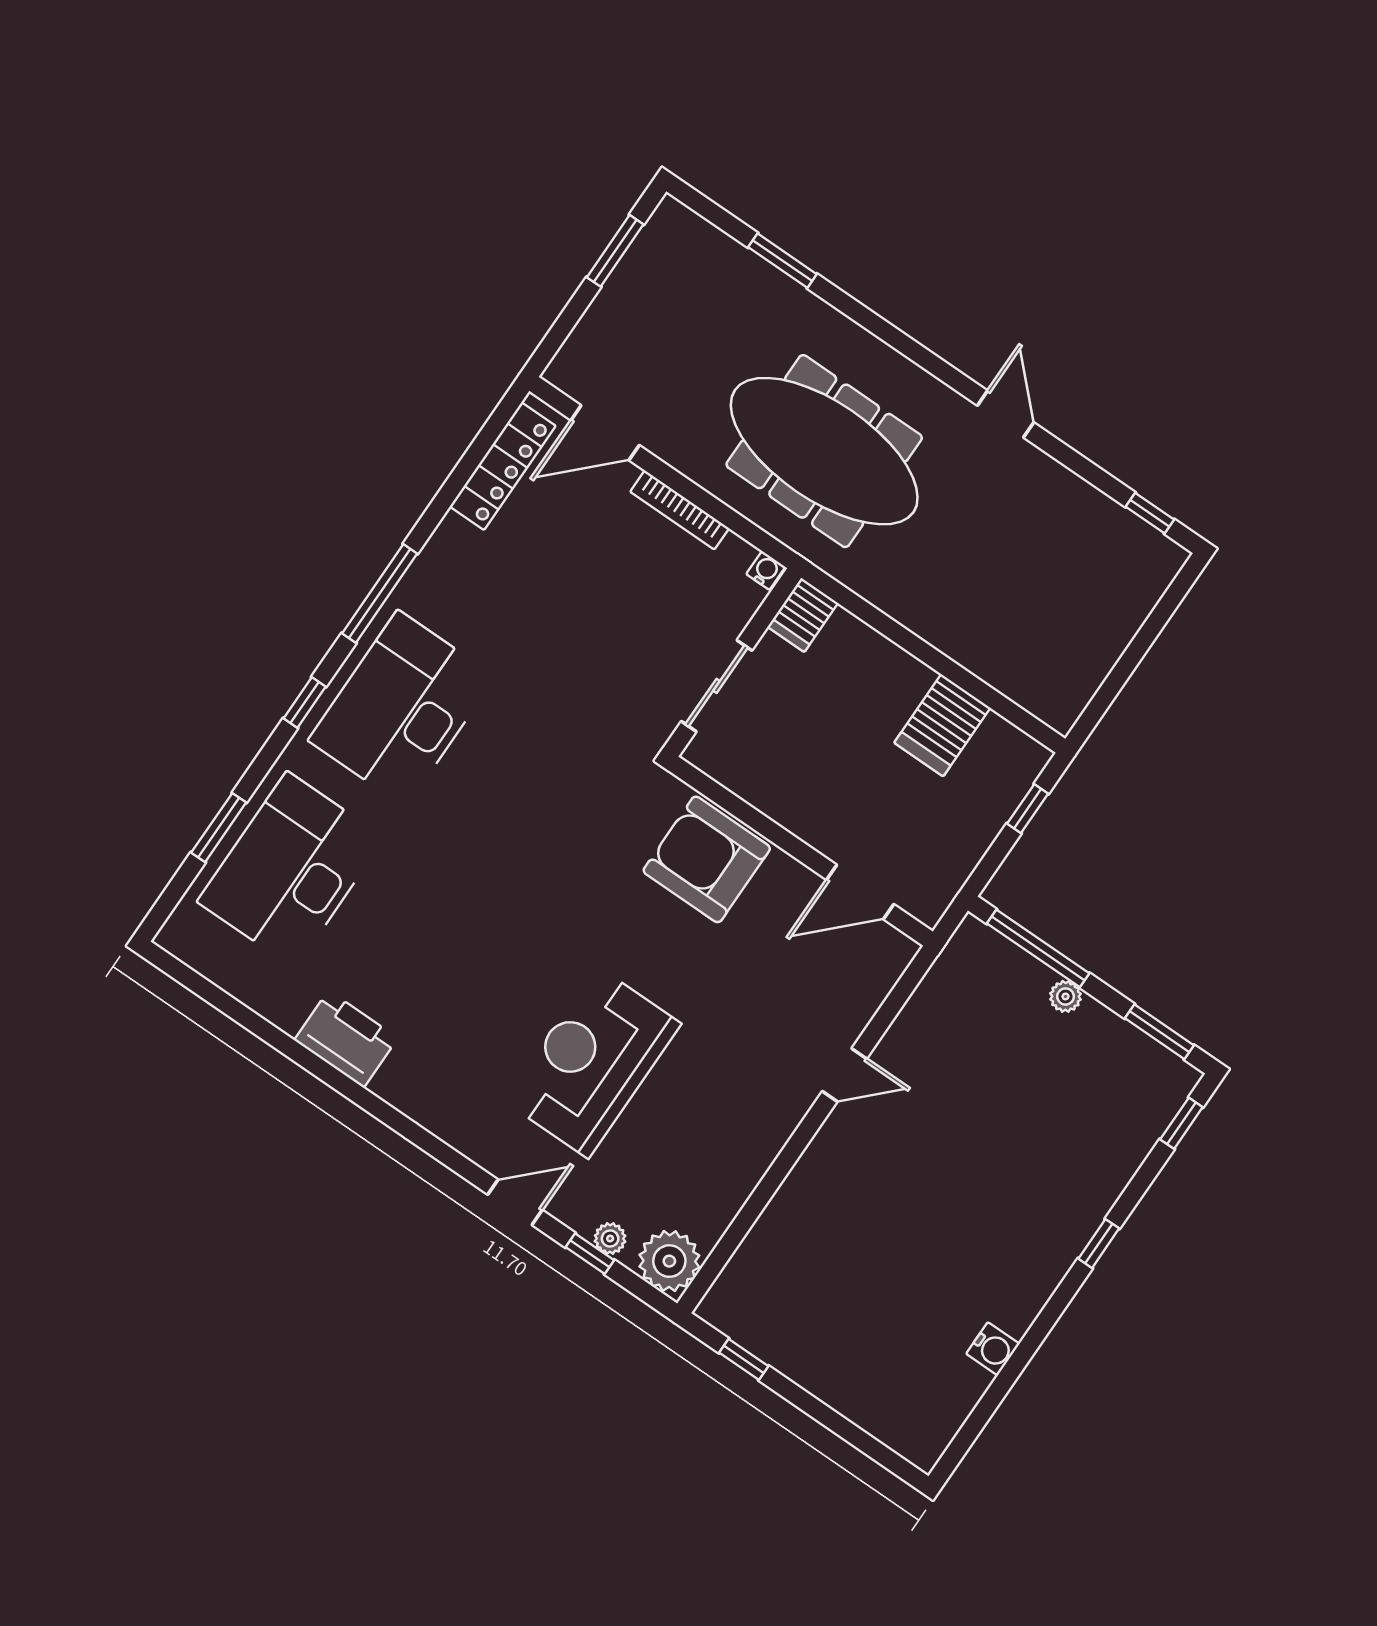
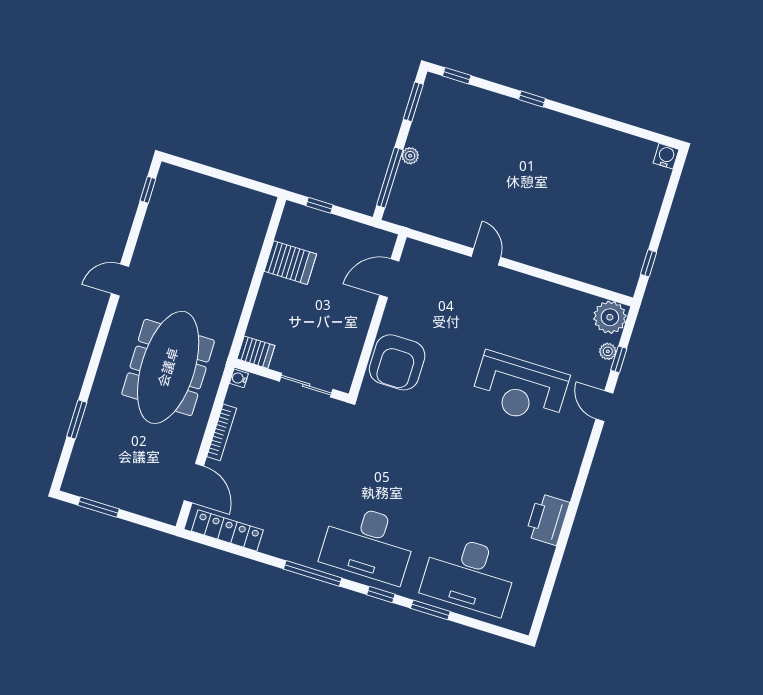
window: (219, 828) -> (430, 610), moved
door: (860, 892) -> (389, 278), swing flipped
water cooler: (993, 1349) -> (666, 156), moved

